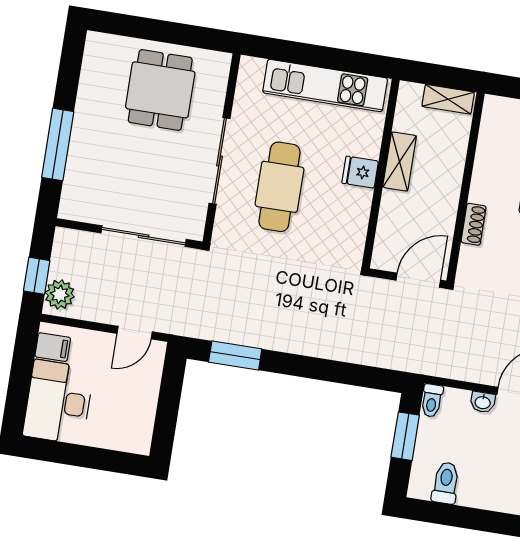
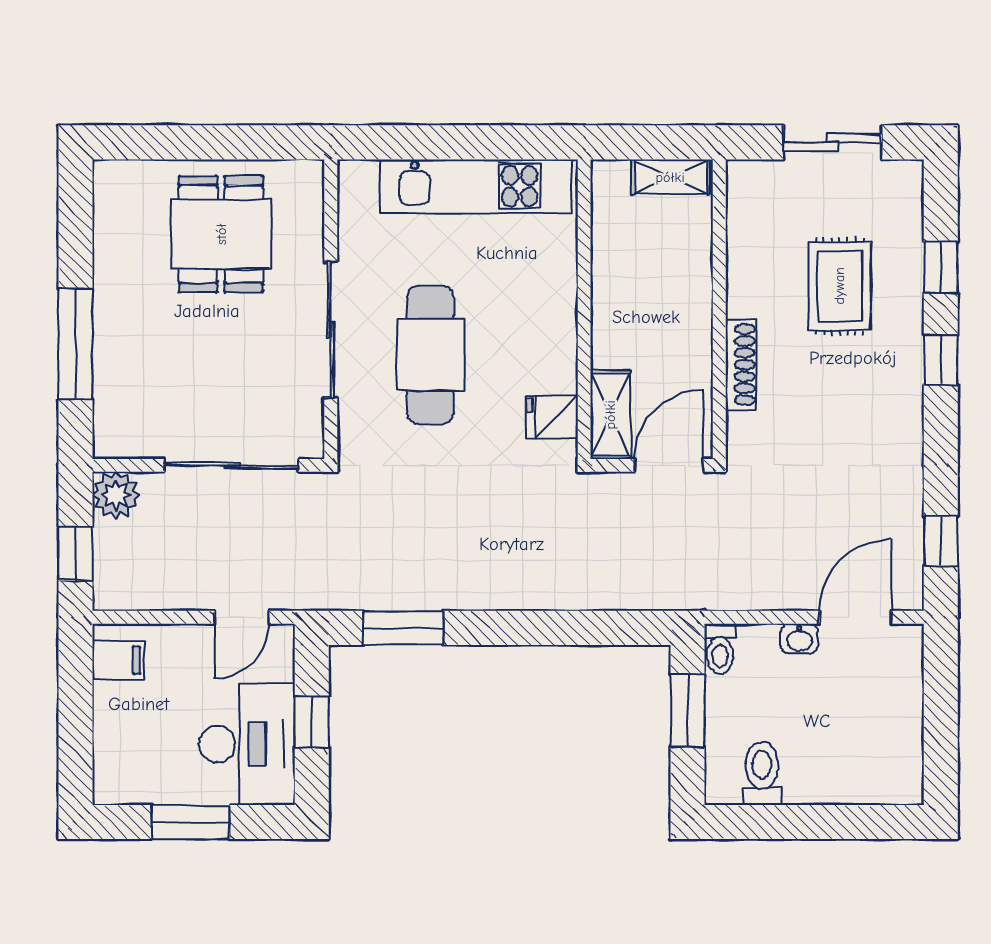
shelving: (400, 161) -> (610, 415), moved
fridge: (360, 172) -> (552, 417), moved
shoe rack: (474, 224) -> (741, 365), width x1.43
plant: (60, 294) -> (116, 495), moved
desk: (58, 402) -> (247, 744), moved, turned 180
window: (168, 406) -> (312, 722), added
window: (82, 456) -> (191, 822), added

